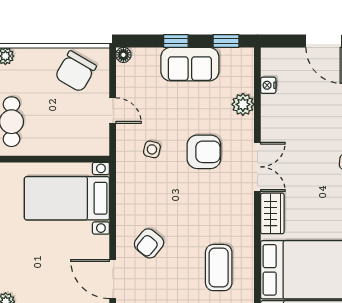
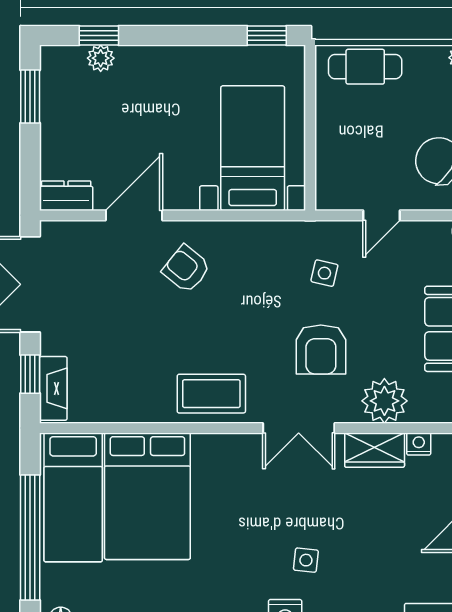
plant: (243, 104) -> (384, 401), width x1.36, depth x1.36
wardrobe: (272, 213) -> (375, 450), moved
coffee table: (219, 268) -> (211, 394), moved

